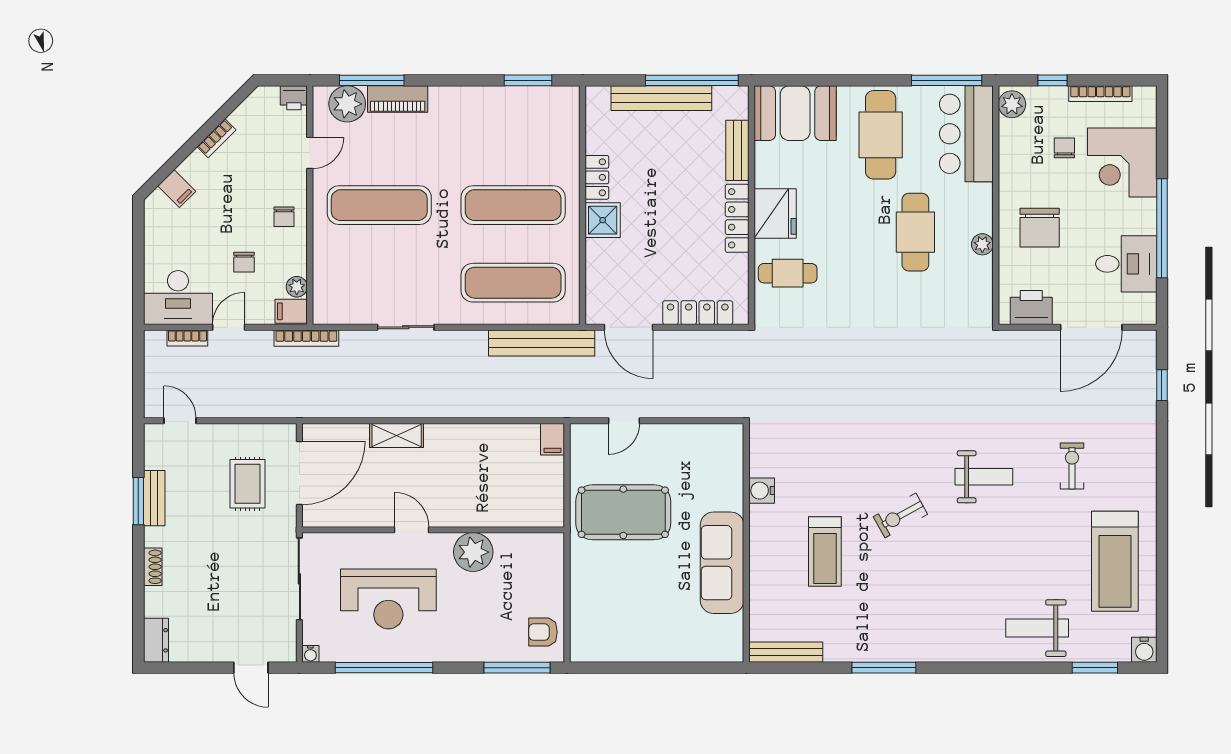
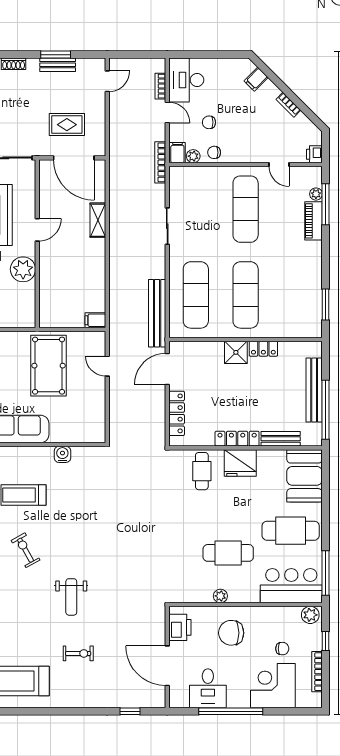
plant: (347, 104) -> (316, 194), width x0.53, depth x0.53
chair: (284, 217) -> (214, 152), moved
exercise bike: (900, 515) -> (26, 550), moved

